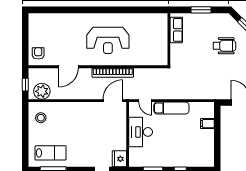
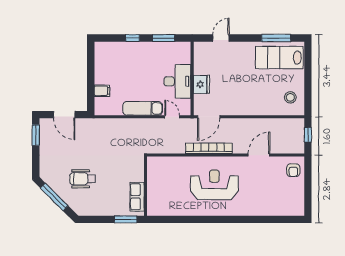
window: (201, 10) -> (126, 219), moved
plant: (42, 91) -> (289, 127), removed
lab bench: (51, 153) -> (279, 58), width x1.36, depth x1.39
fridge: (119, 159) -> (201, 84), moved

